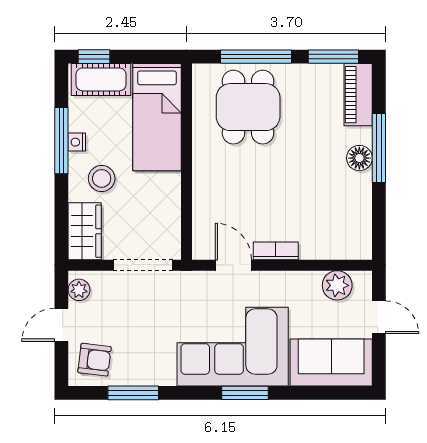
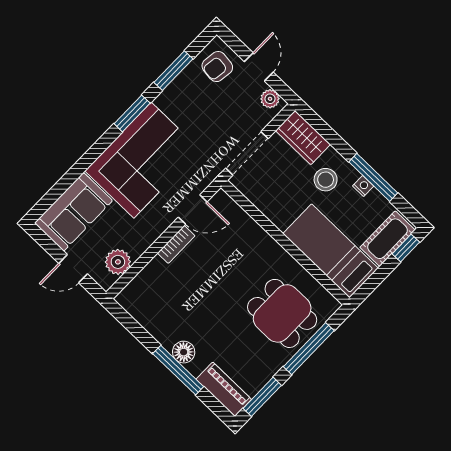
window: (245, 393) -> (132, 113), moved

